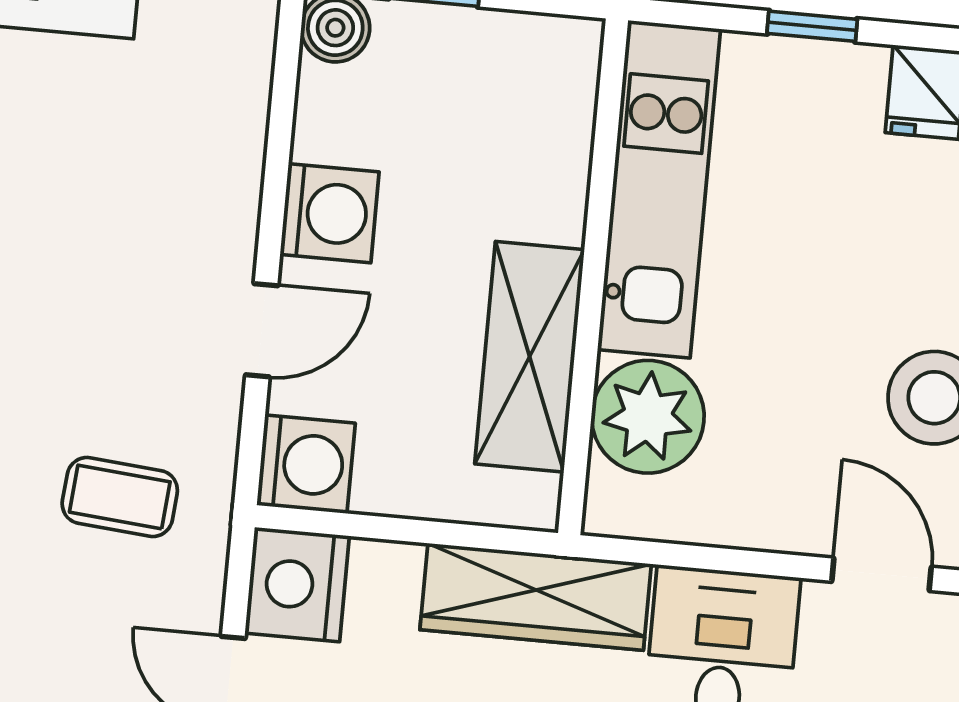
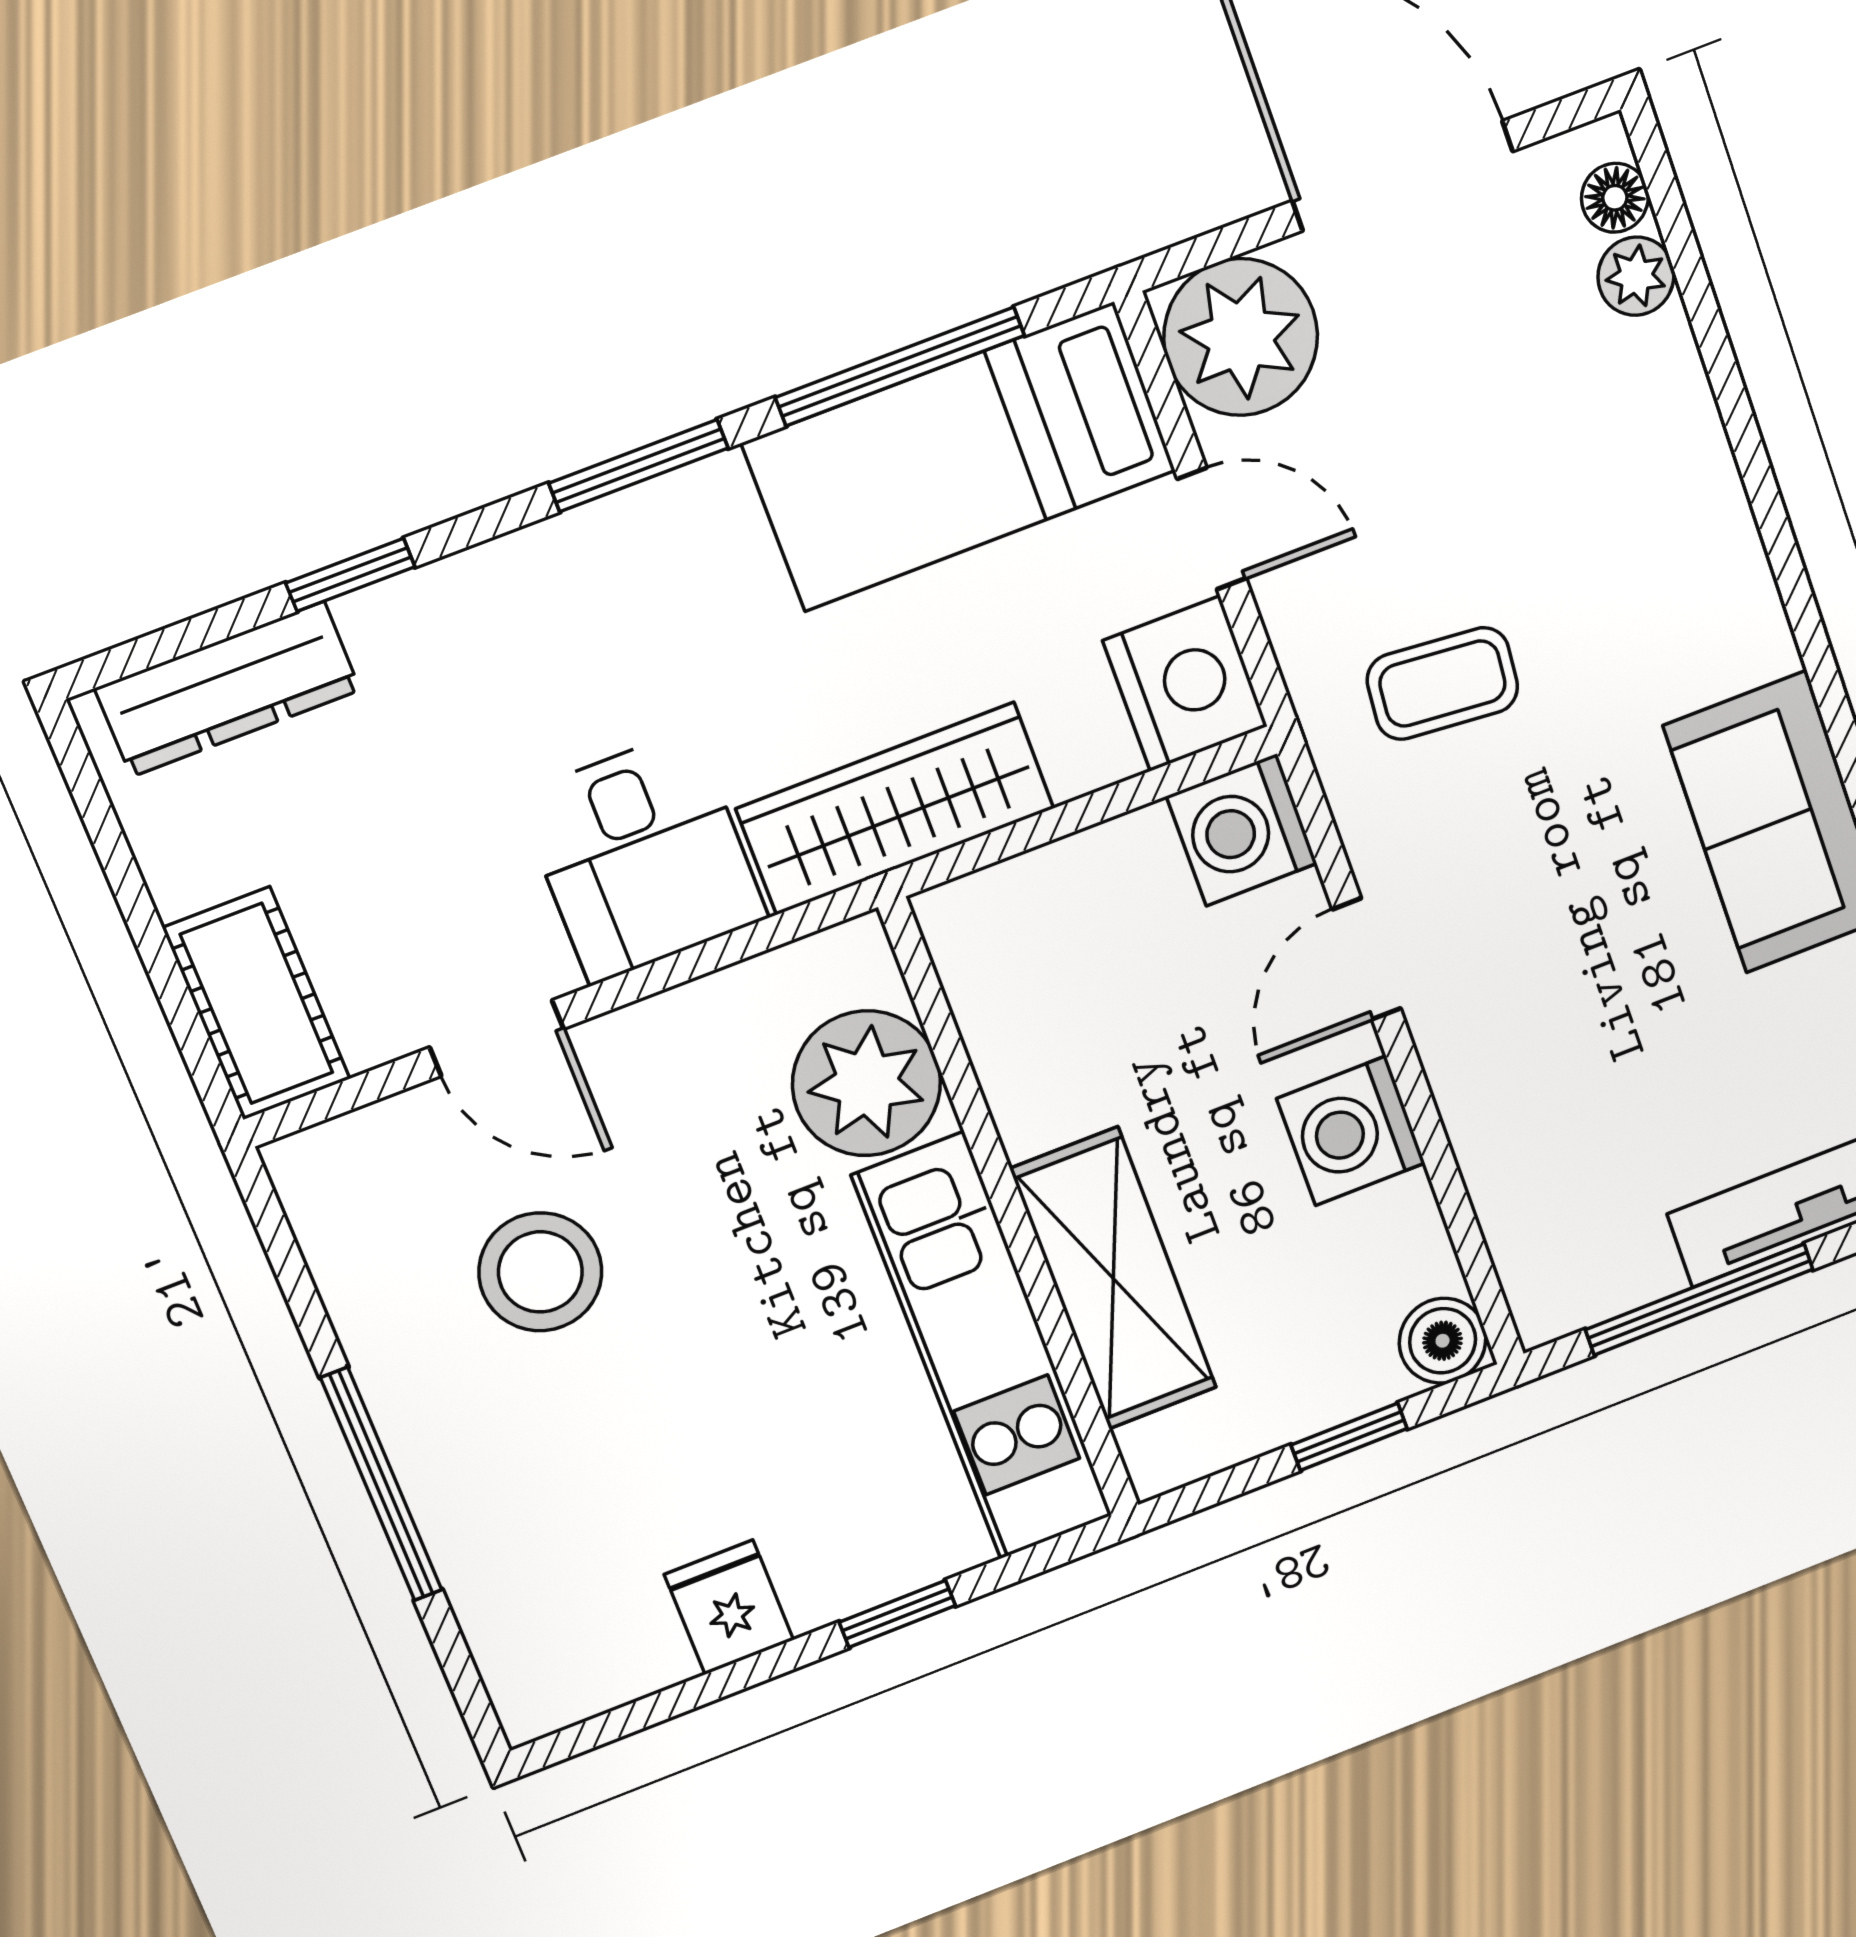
shelving: (530, 357) -> (1113, 1279), moved

